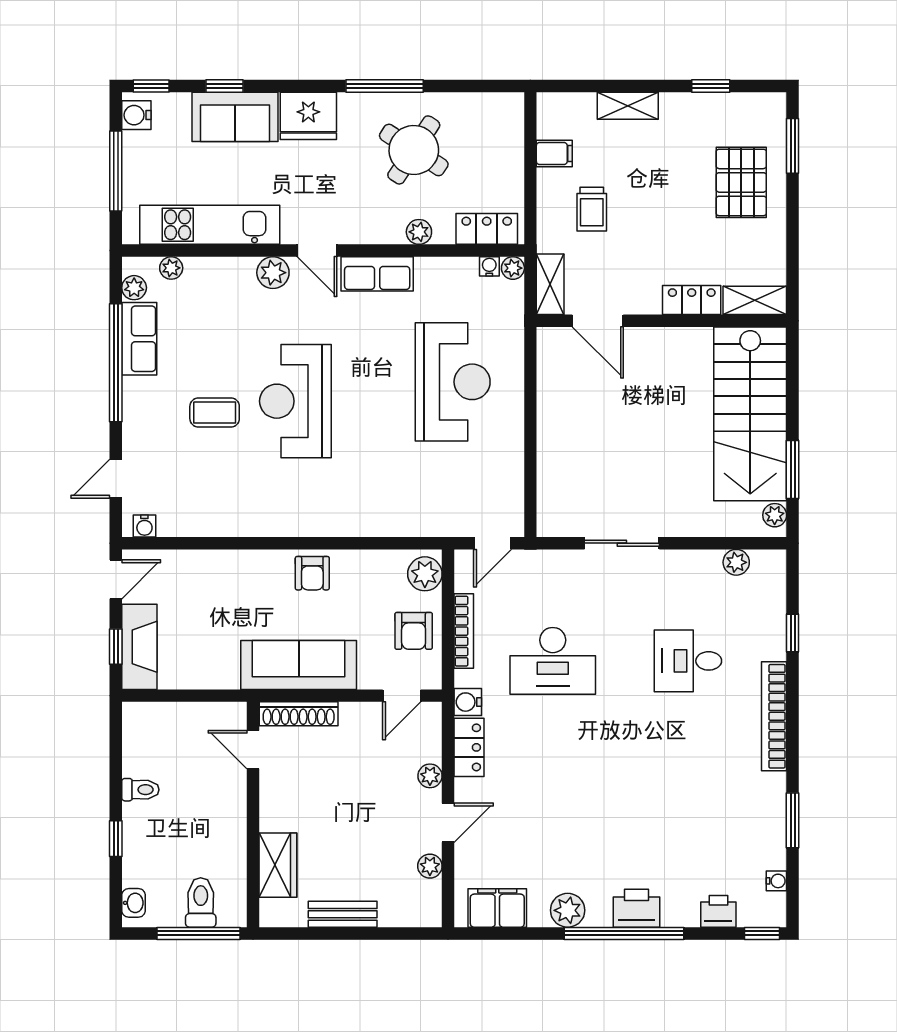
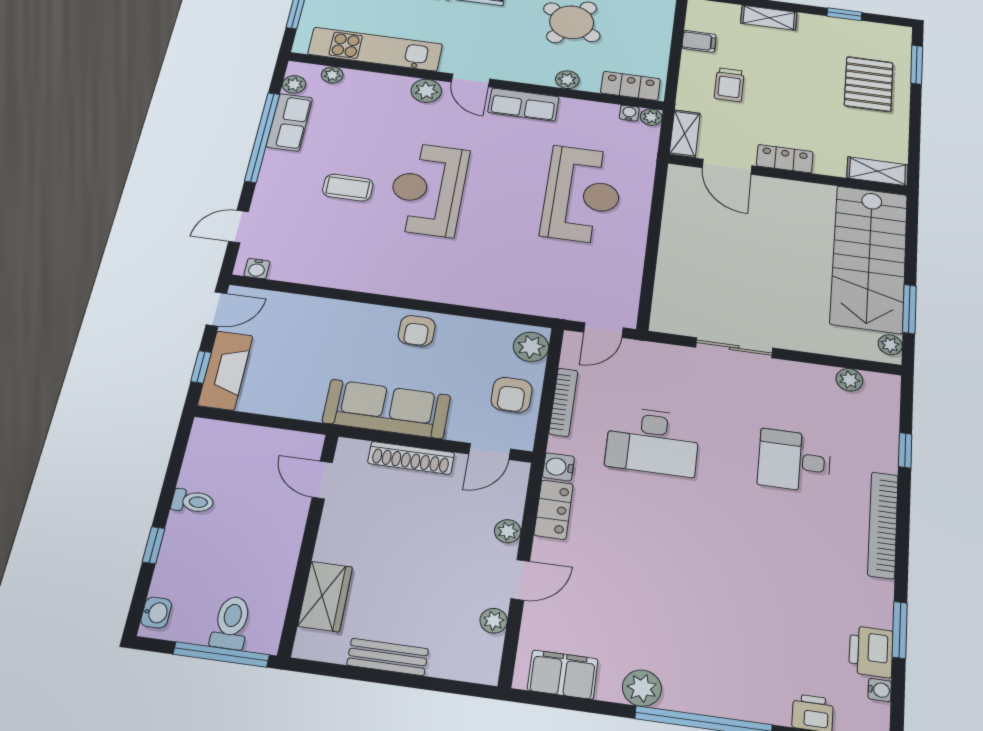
locker: (692, 300) -> (785, 159), moved
shoe rack: (299, 714) -> (411, 458), moved
printer: (636, 908) -> (871, 652), moved, turned -90

